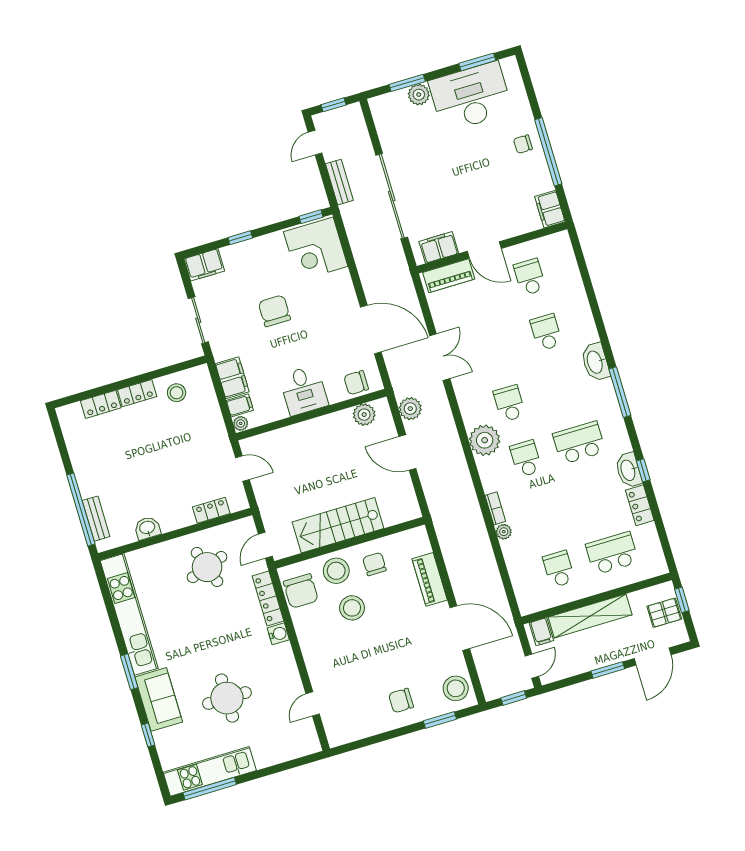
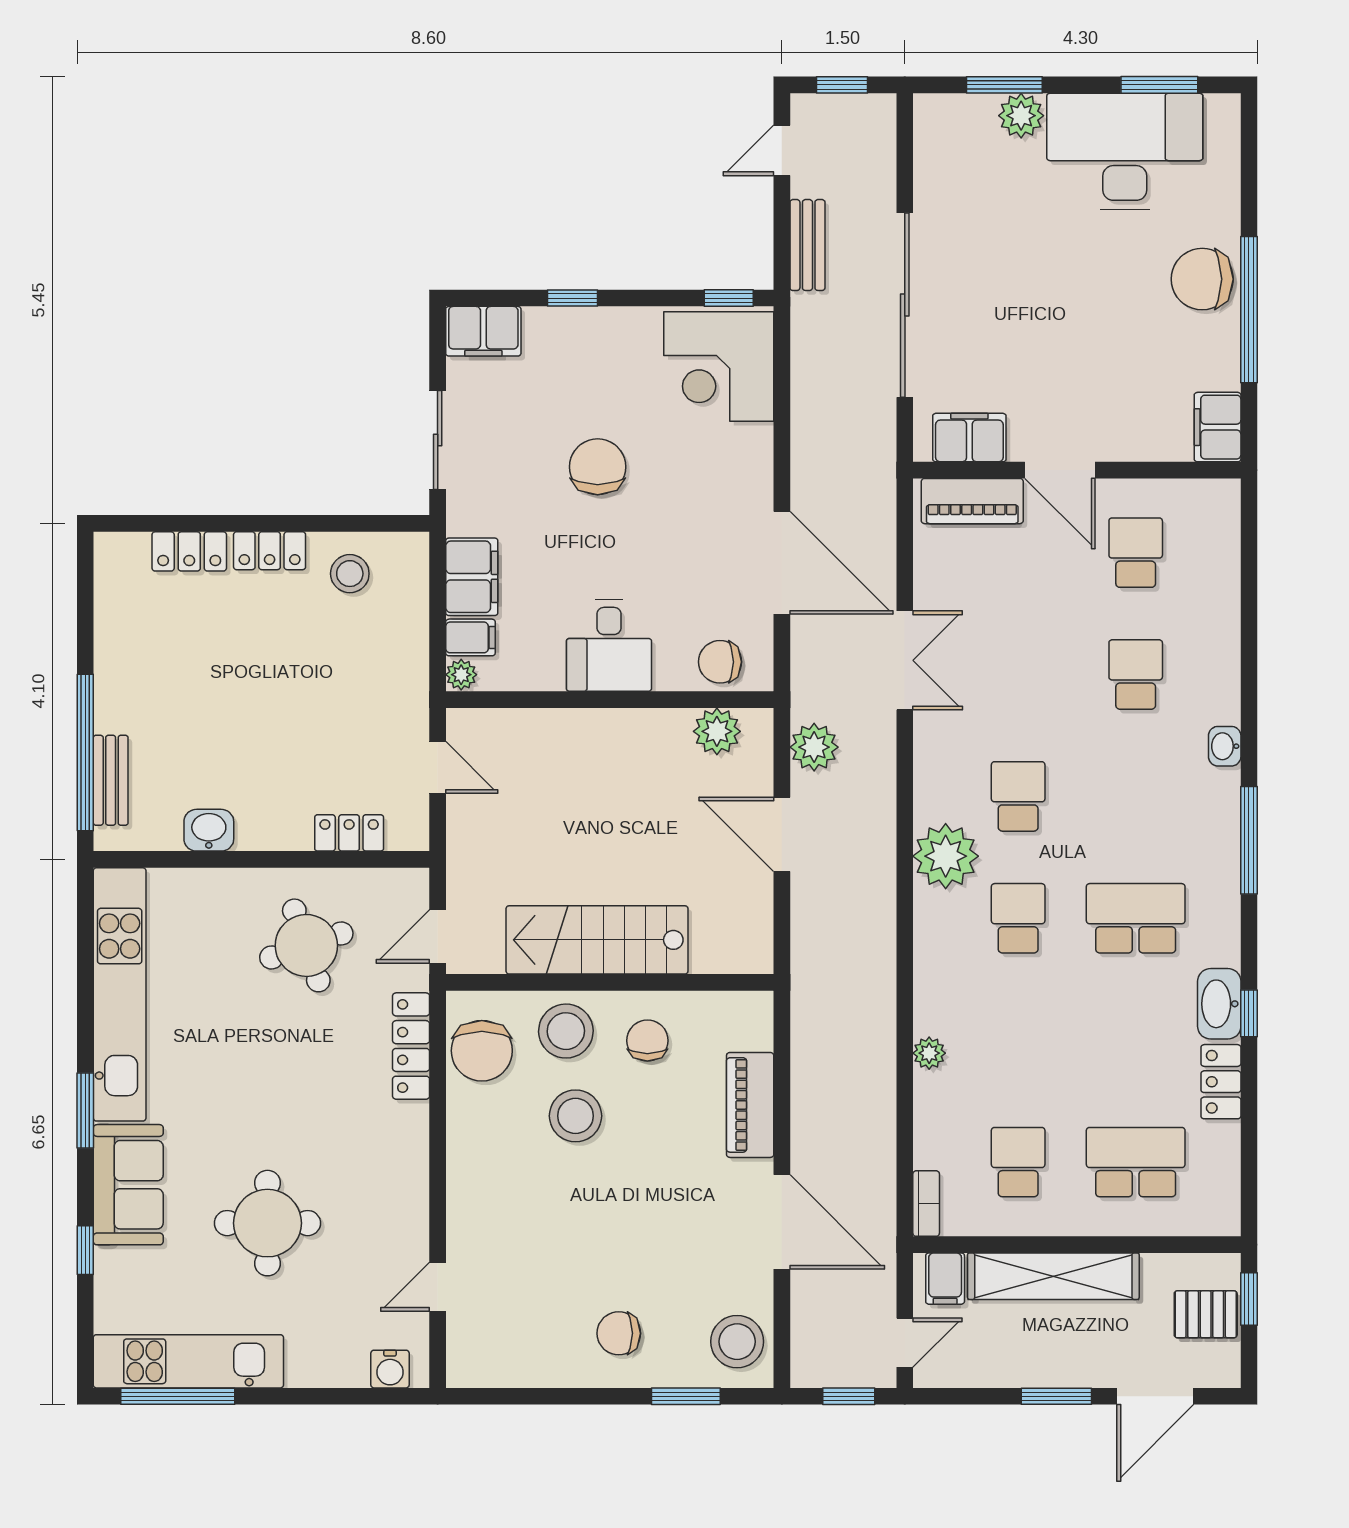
chair: (523, 144) -> (1202, 279), width x1.87, depth x1.87
washbasin: (595, 362) -> (1225, 746), width x0.52, depth x0.69
bookcase: (495, 508) -> (926, 1204), moved
water cooler: (278, 634) -> (390, 1369), moved, turned 90

